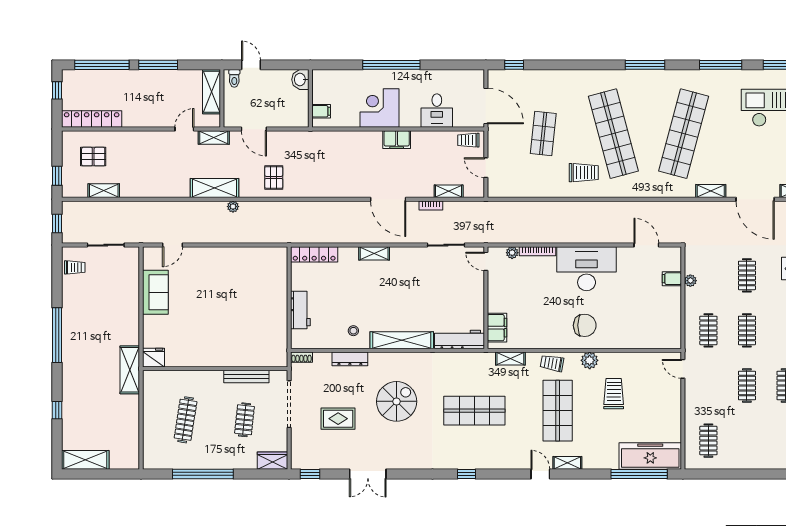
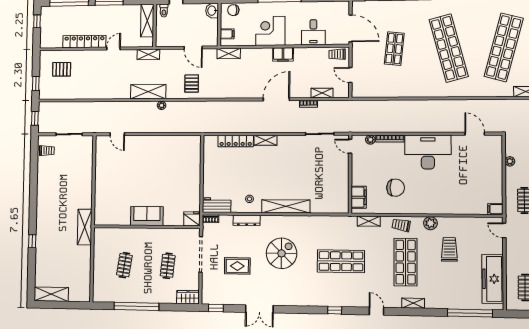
chair: (329, 79) -> (233, 10), added
locker: (92, 119) -> (84, 42), moved
door: (184, 129) -> (114, 48), moved
door: (254, 129) -> (193, 48), moved
trolley: (584, 173) -> (426, 78), removed
shelving: (104, 191) -> (229, 53), moved
door: (388, 199) -> (276, 99), swing flipped
door: (173, 245) -> (117, 134), hinge flipped
locker: (314, 254) -> (236, 141), moved
filing cabinet: (672, 279) -> (495, 209), moved
sofa: (155, 292) -> (147, 216), moved, turned -90
workbench: (300, 310) -> (217, 205), moved, turned -90
chair: (585, 325) -> (396, 188), moved
window: (57, 335) -> (33, 201), removed
workbench: (460, 339) -> (330, 206), removed
fridge: (153, 358) -> (192, 219), moved
bench: (246, 376) -> (170, 233), removed
window: (57, 410) -> (32, 241), moved
clothes rail: (186, 420) -> (124, 265), width x0.73
freezer: (650, 456) -> (493, 279), moved, turned -90
door: (540, 474) -> (376, 311), moved

